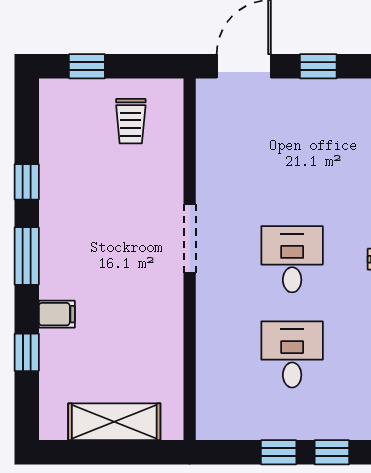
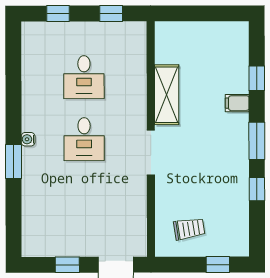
trolley: (131, 121) -> (189, 229), turned 81
shelving: (114, 422) -> (167, 95), moved, turned 90
window: (279, 452) -> (111, 13), moved

